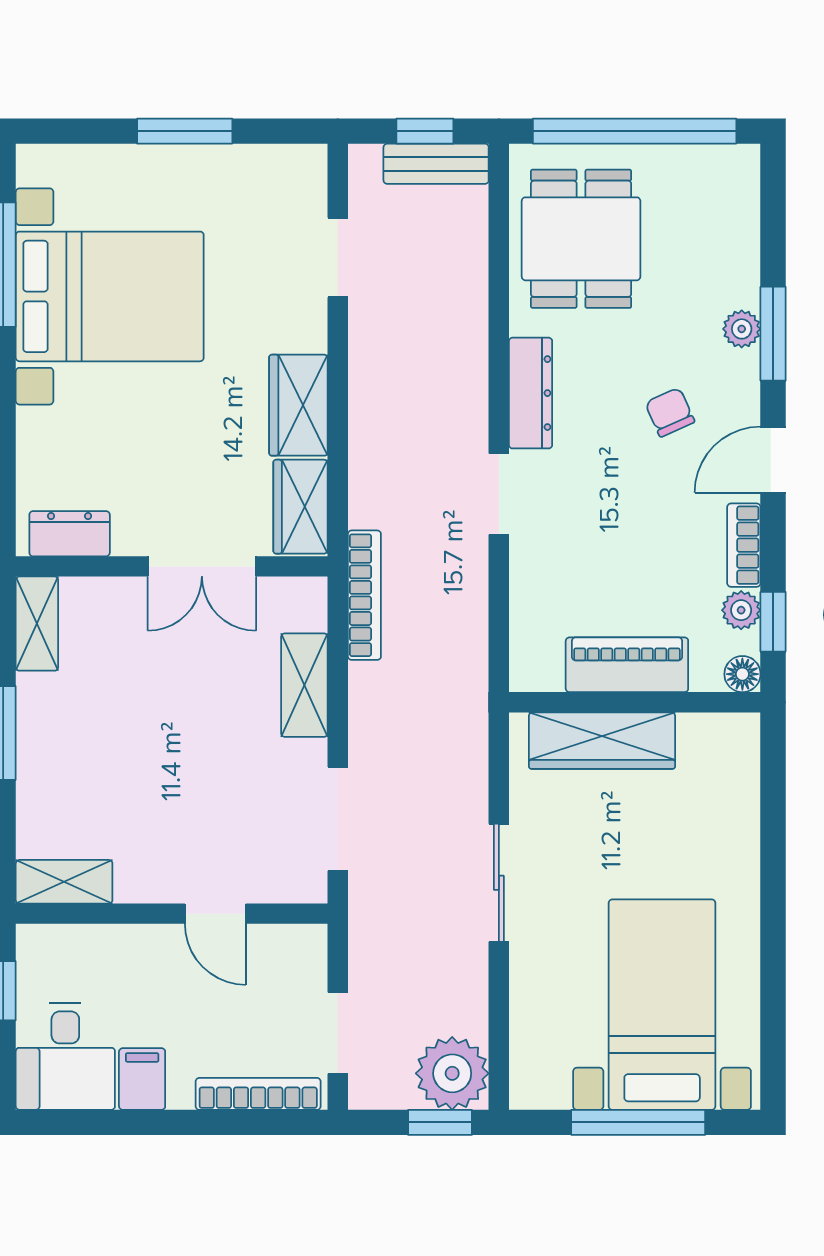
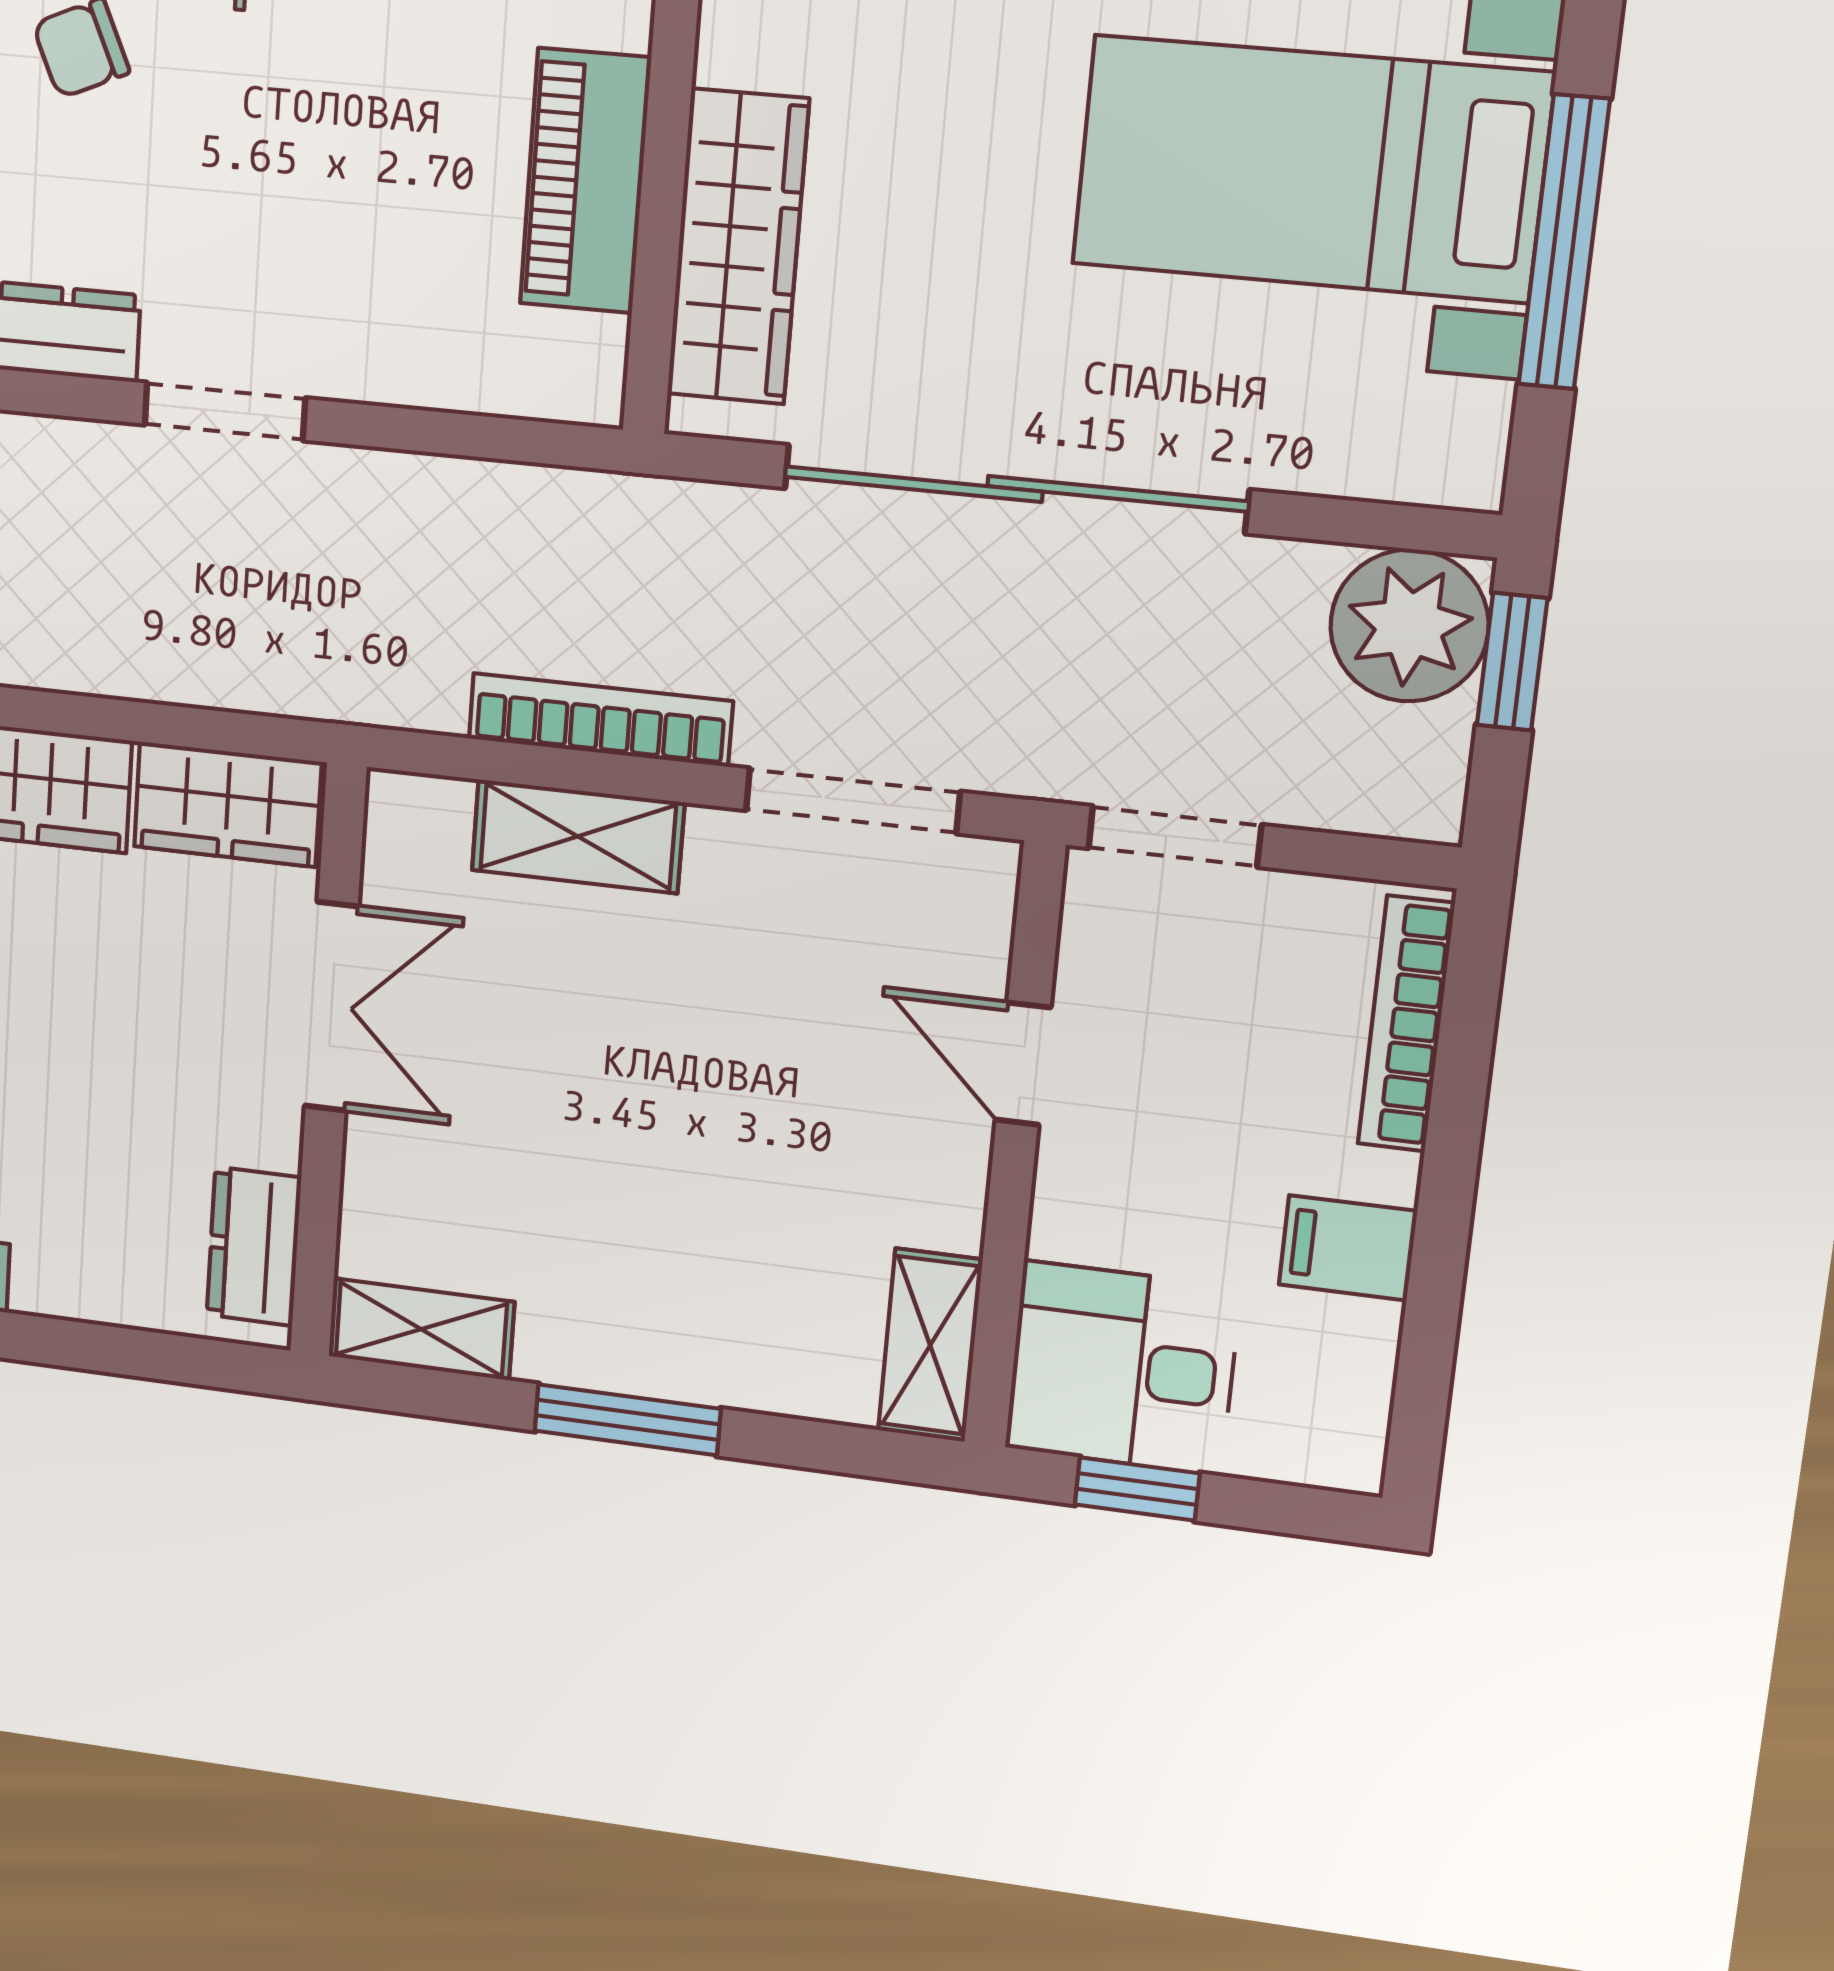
bookcase: (364, 595) -> (600, 720), moved
sliding door: (499, 883) -> (1015, 489), width x1.86
door: (215, 914) -> (1023, 1064), swing flipped
doorway: (338, 1033) -> (1175, 837), moved
desk: (65, 1056) -> (1122, 1368), moved, turned 180

